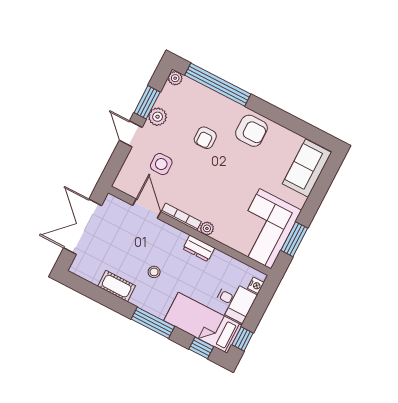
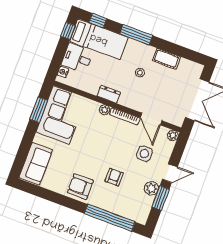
plant: (175, 78) -> (173, 135), moved
door: (131, 134) -> (170, 173), hinge flipped

